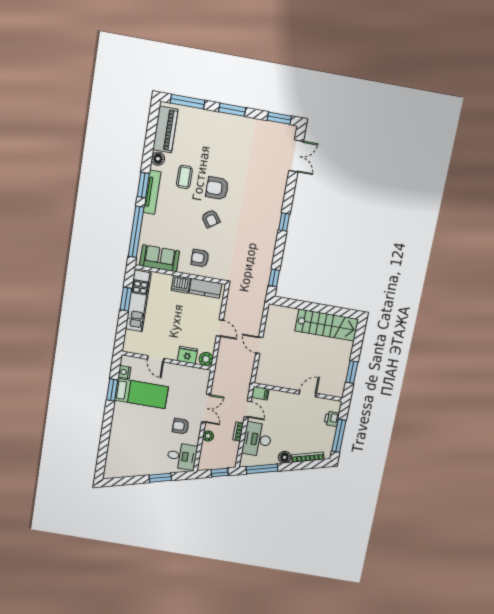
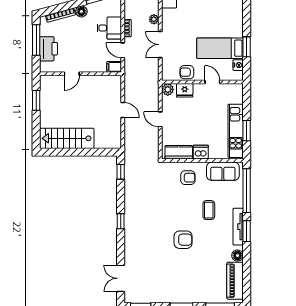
coffee table: (184, 177) -> (209, 210), moved
armchair: (211, 219) -> (184, 213), removed
printer: (332, 419) -> (48, 49), width x1.87, depth x1.48
armchair: (181, 426) -> (187, 72), moved, turned 180
desk: (257, 439) -> (109, 28), width x0.73

